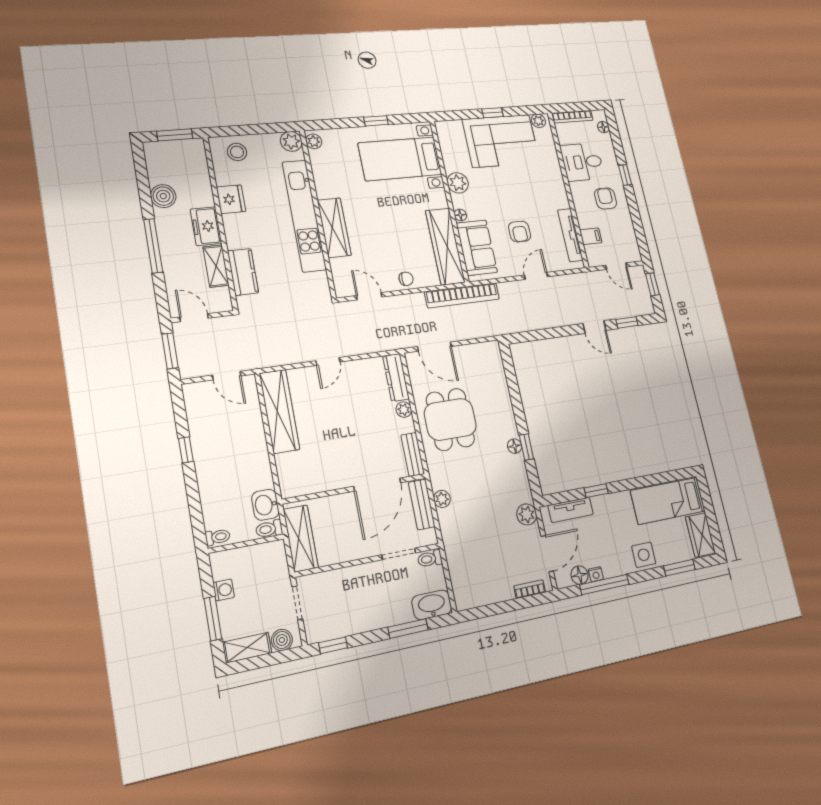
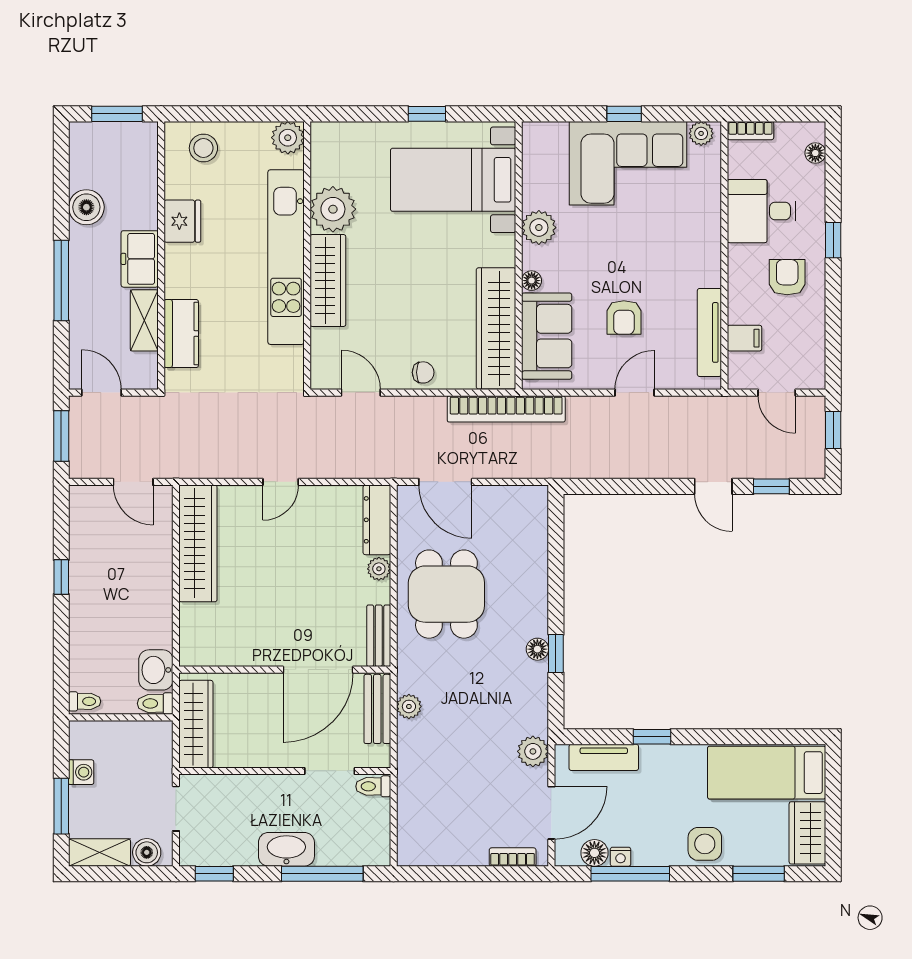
bookcase: (572, 117) -> (750, 131), width x0.64
plant: (314, 141) -> (333, 209), moved, width x1.88, depth x1.88
washbasin: (432, 605) -> (286, 849), moved
window: (408, 628) -> (322, 874), width x1.44

